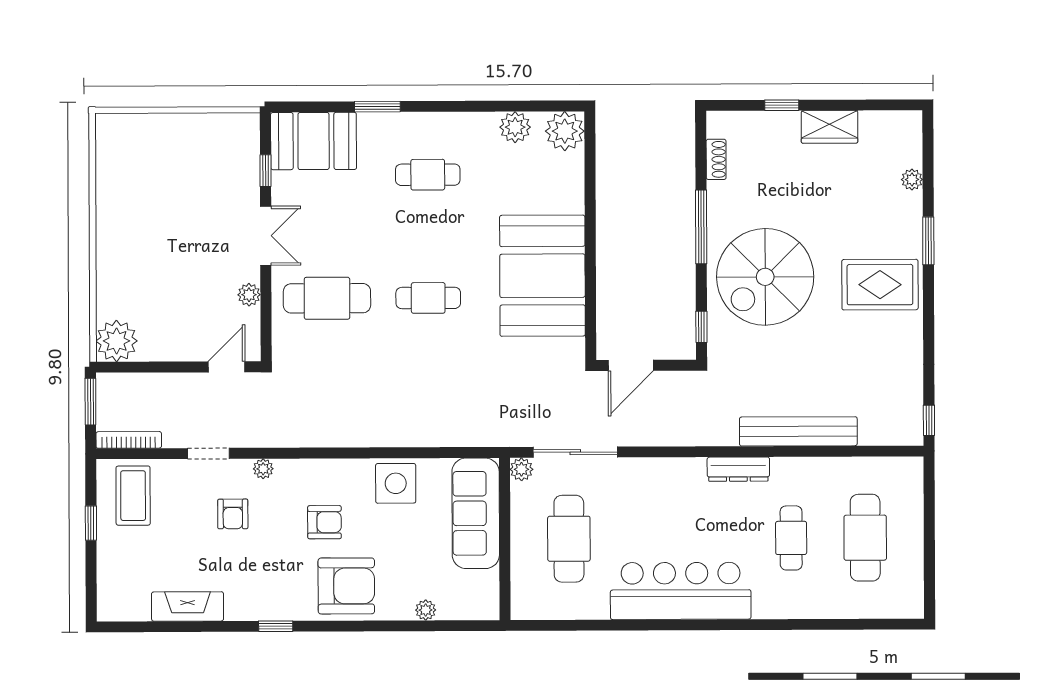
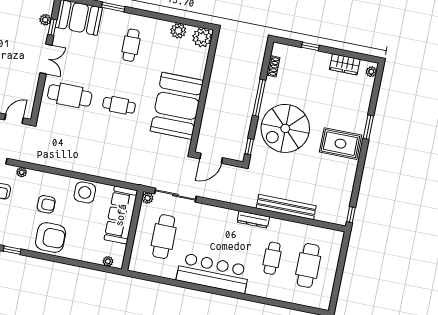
wardrobe: (830, 127) -> (345, 64), moved
cafe table: (428, 175) -> (131, 45), turned 90
plant: (912, 179) -> (371, 72), moved
plant: (249, 295) -> (45, 20), moved
plant: (426, 610) -> (108, 261), moved

